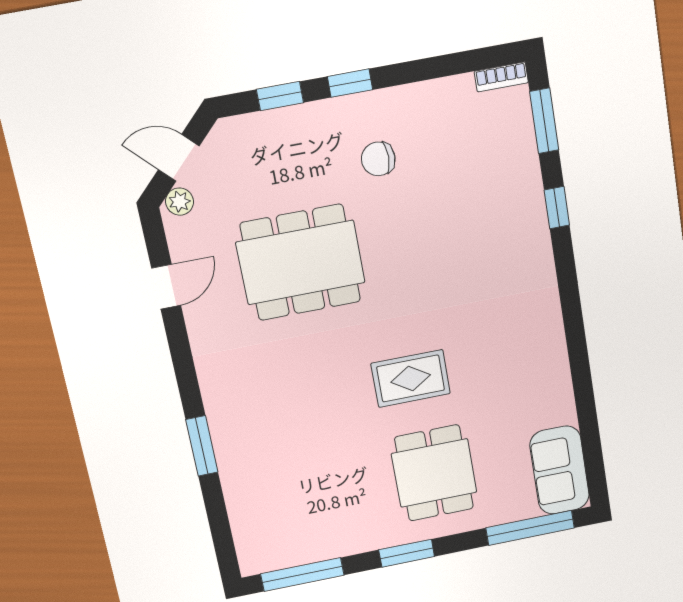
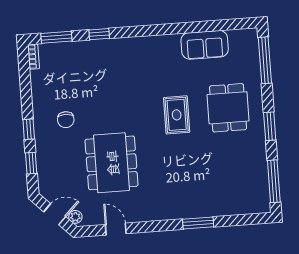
door: (179, 158) -> (55, 214), swing flipped
sofa: (560, 470) -> (205, 45), moved
dining table: (434, 473) -> (228, 108), turned 90

